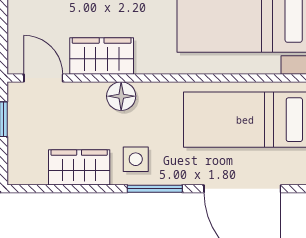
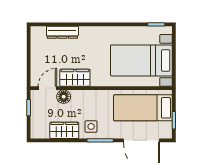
door: (43, 78) -> (47, 88), hinge flipped
floor lamp: (121, 96) -> (64, 97), moved

